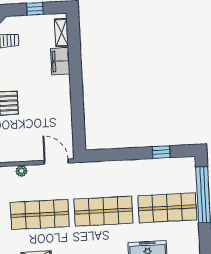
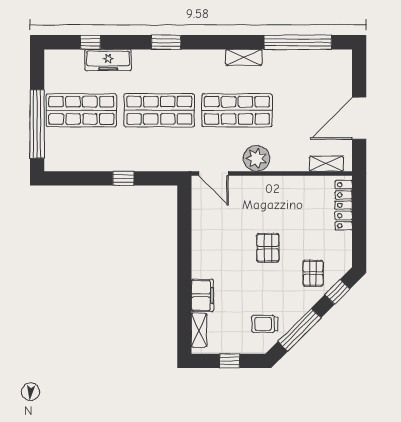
window: (161, 152) -> (123, 178), moved
plant: (21, 171) -> (256, 158), width x1.88, depth x1.88

